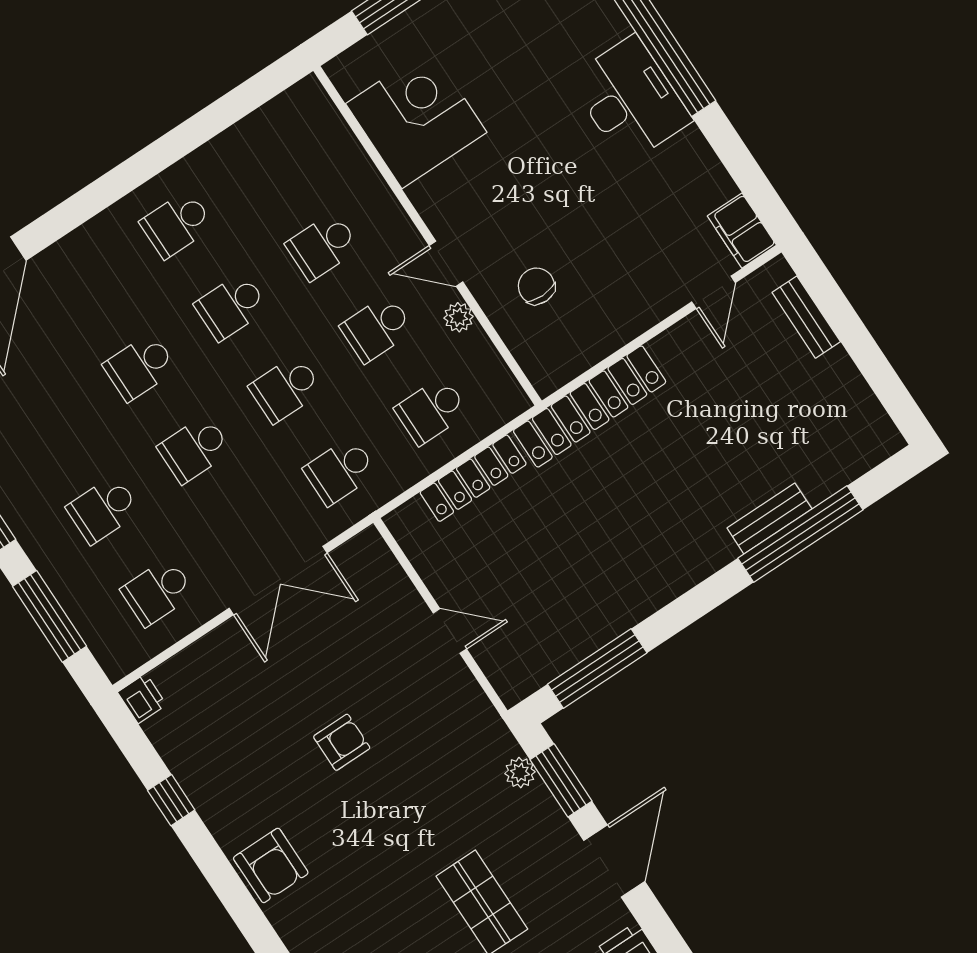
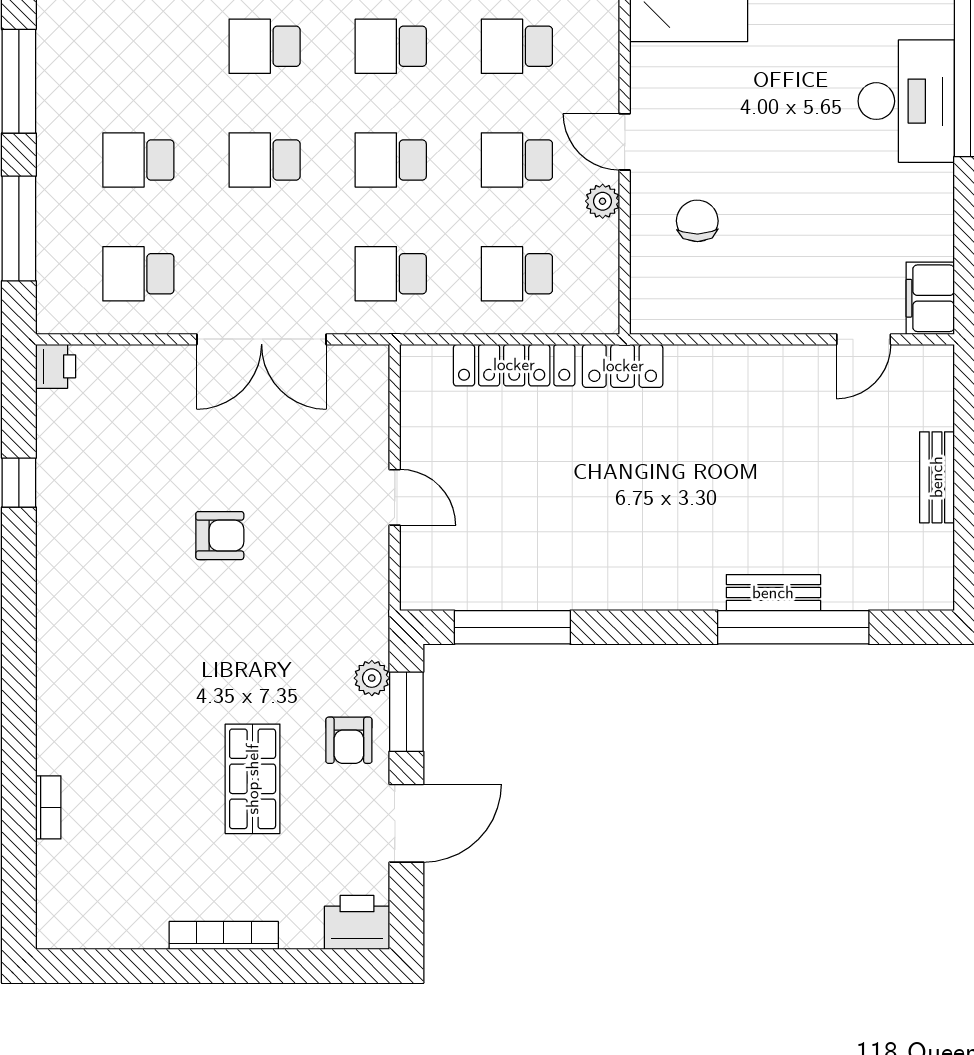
bench: (806, 317) -> (937, 477), moved
locker: (590, 406) -> (623, 366), width x0.46, depth x0.83
armchair: (271, 865) -> (349, 740), moved, width x0.72, depth x0.72

